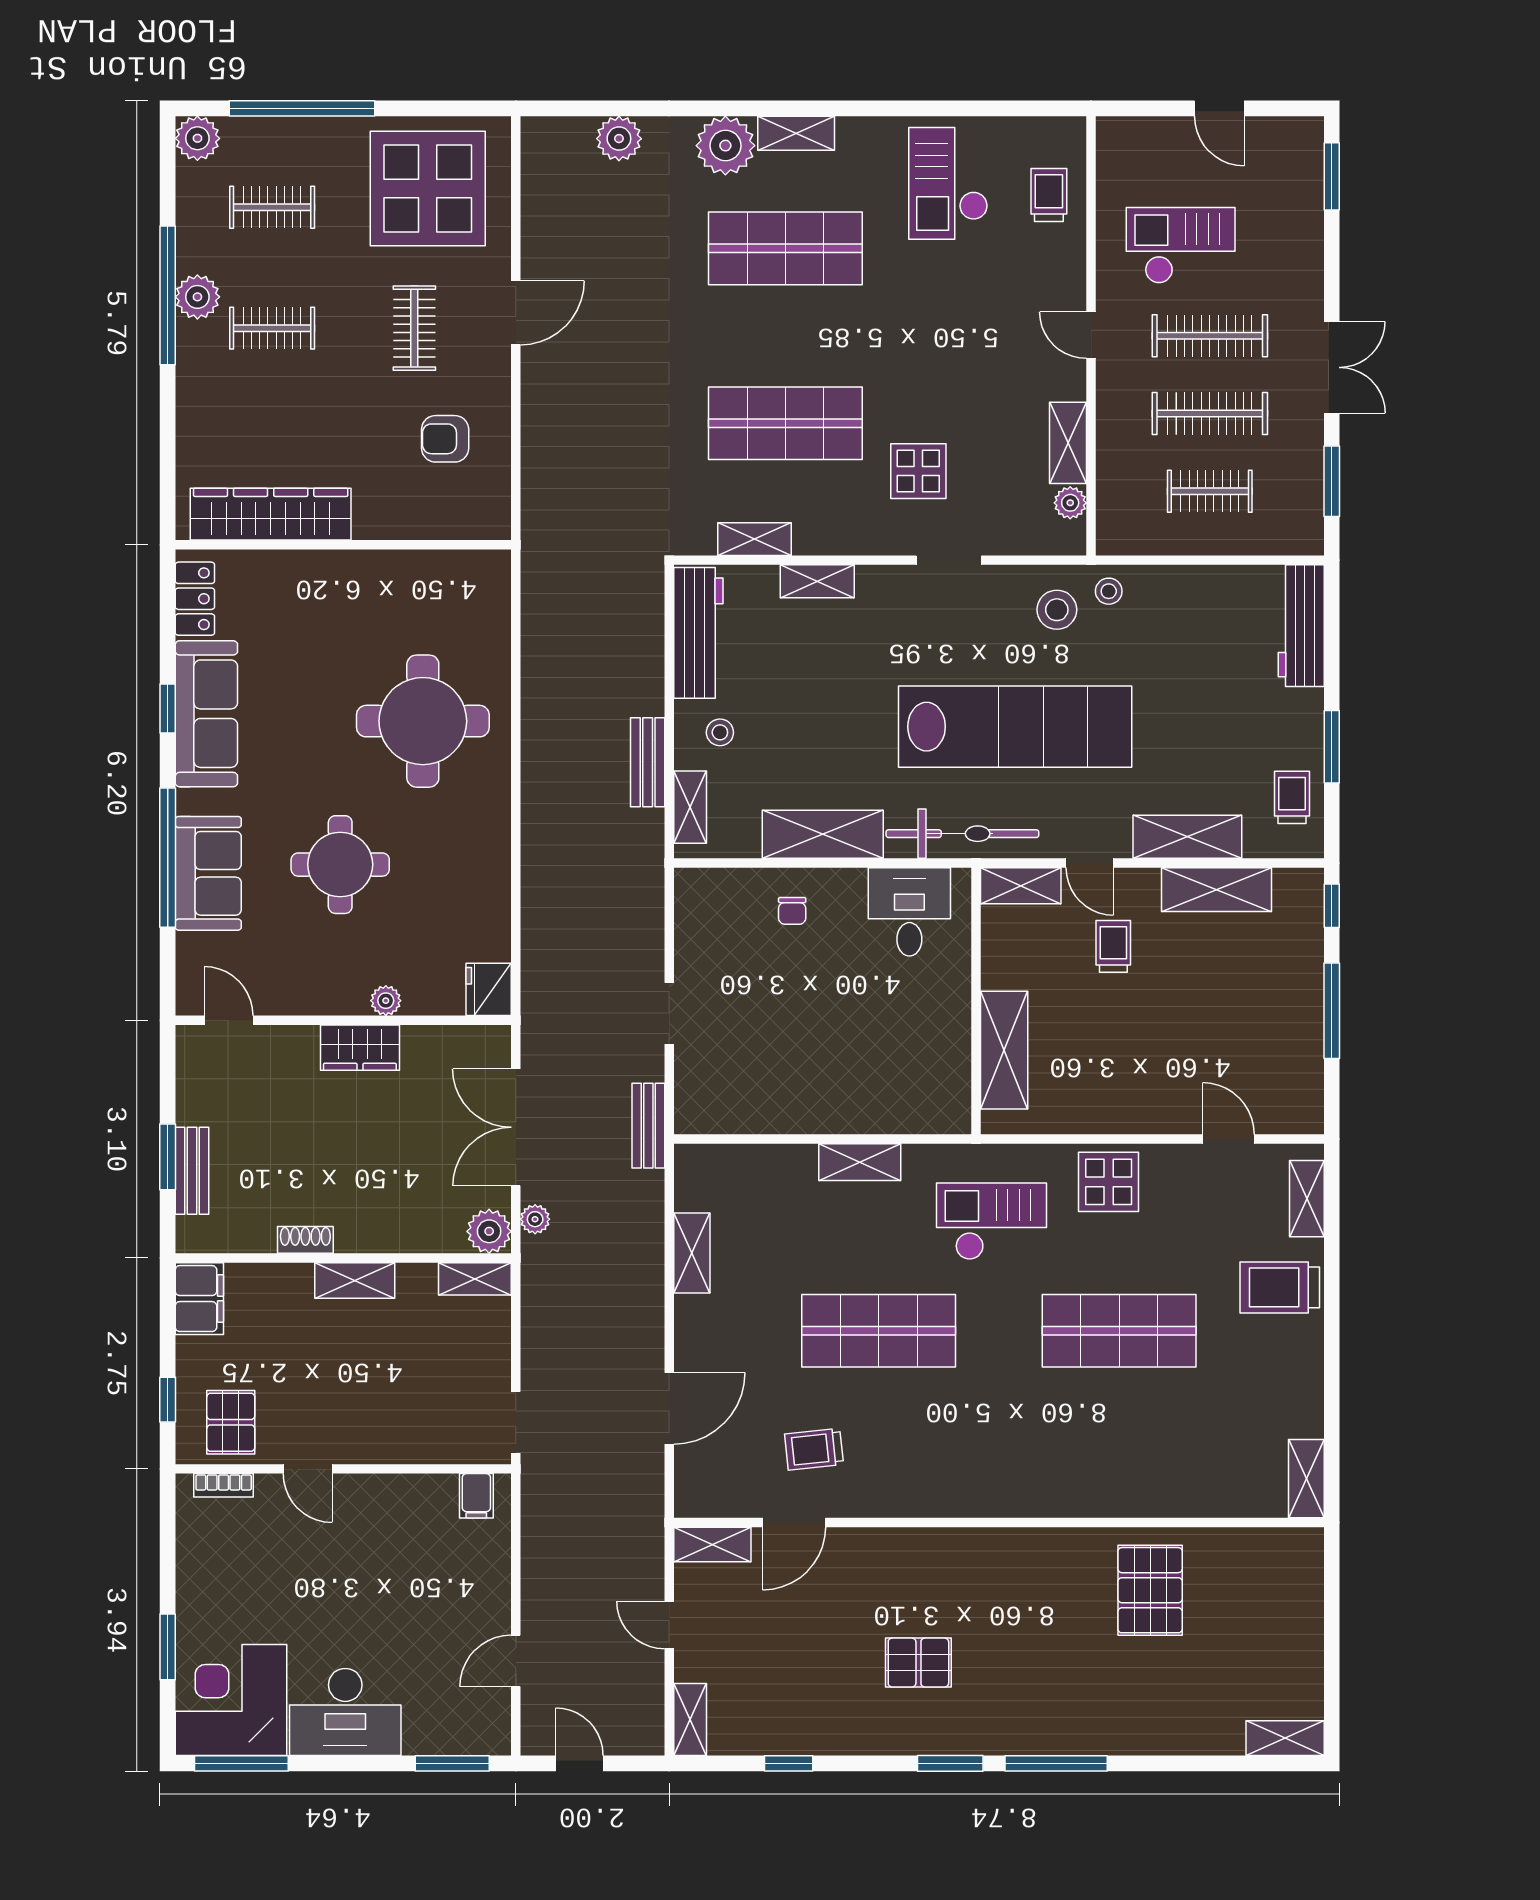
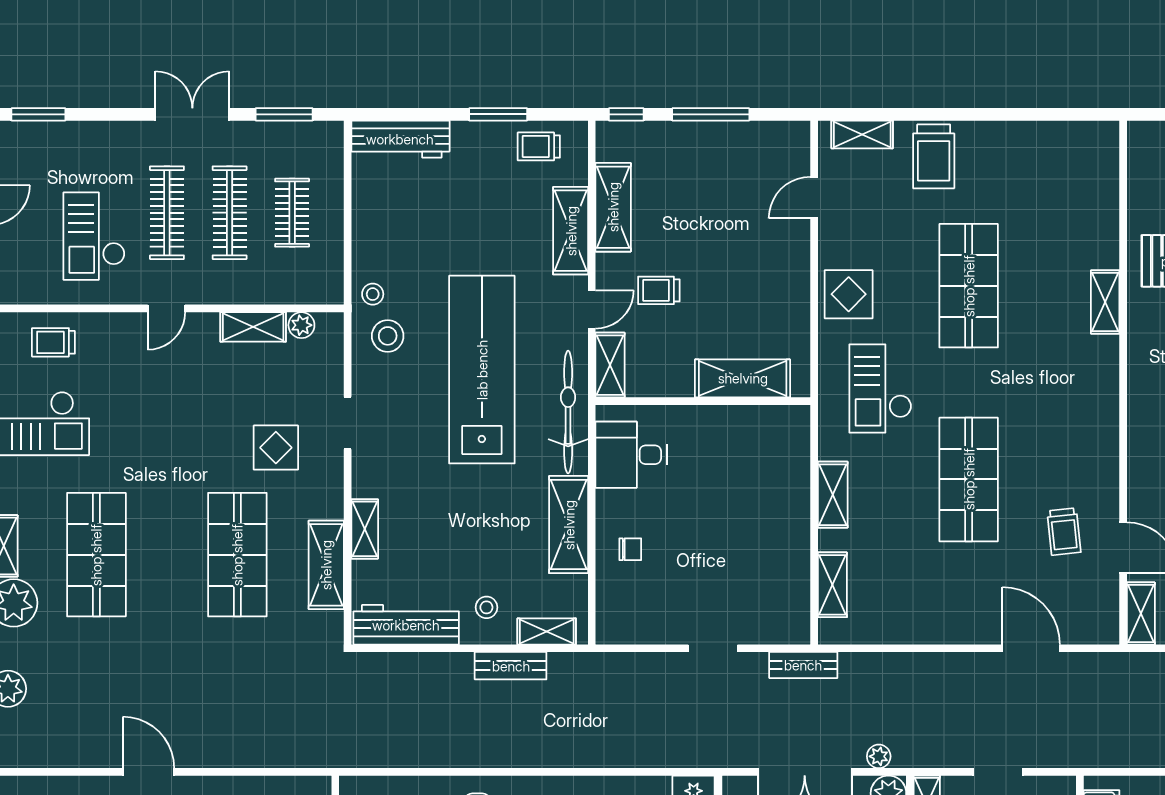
shelving: (754, 539) -> (326, 565), width x1.50, depth x1.33
shelving: (692, 1253) -> (832, 585), moved, turned 90
doorway: (516, 1422) -> (998, 772), moved
shelving: (1306, 1479) -> (1105, 302), moved, turned 90

